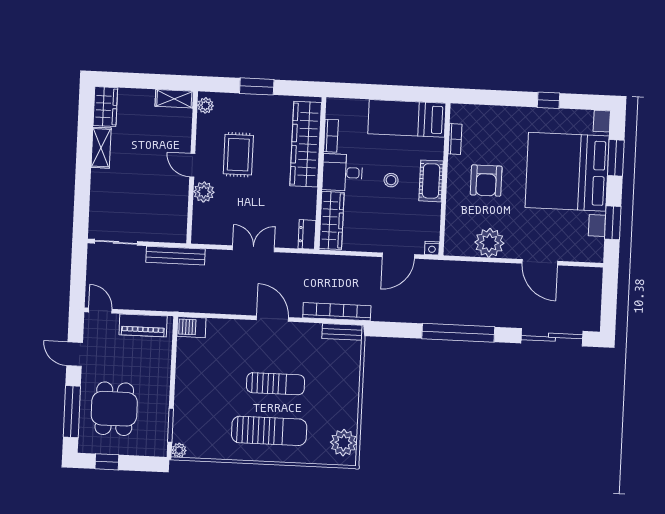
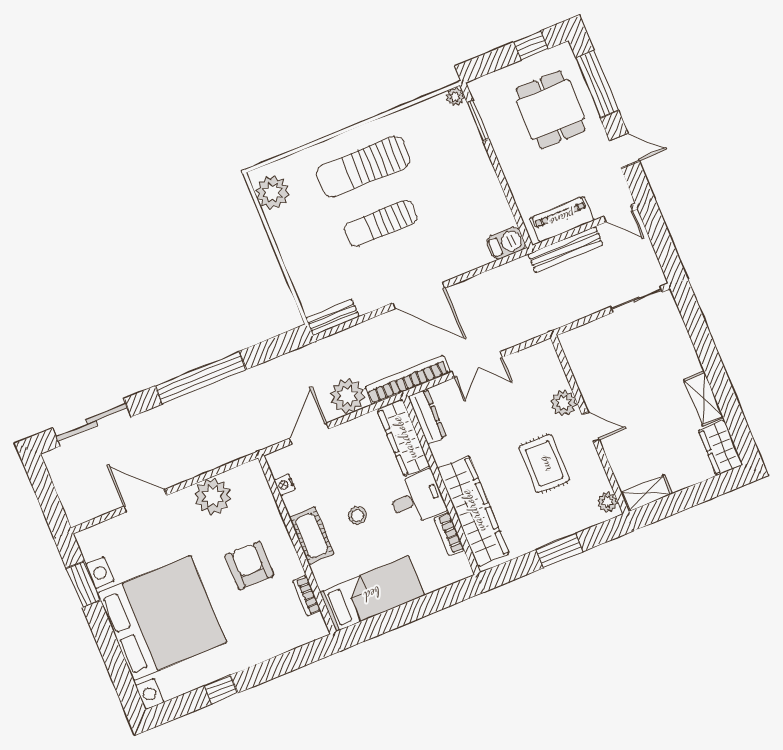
window: (616, 158) -> (114, 660), removed
dresser: (307, 234) -> (427, 417), width x1.44
nightstand: (432, 248) -> (285, 485), moved, turned -90
bench: (175, 256) -> (565, 250), moved
plant: (358, 270) -> (347, 396), added
bookcase: (337, 312) -> (408, 380), moved, turned 180
door: (272, 319) -> (419, 296), width x1.36

